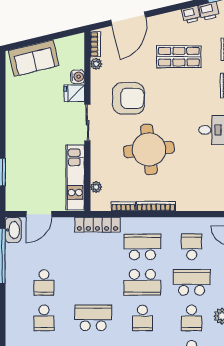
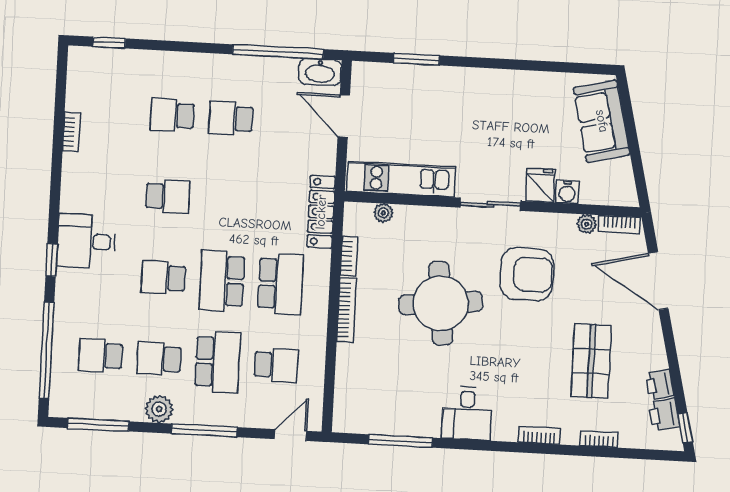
armchair: (128, 98) -> (527, 274), turned -90
school desk: (93, 318) -> (168, 196), width x0.54

